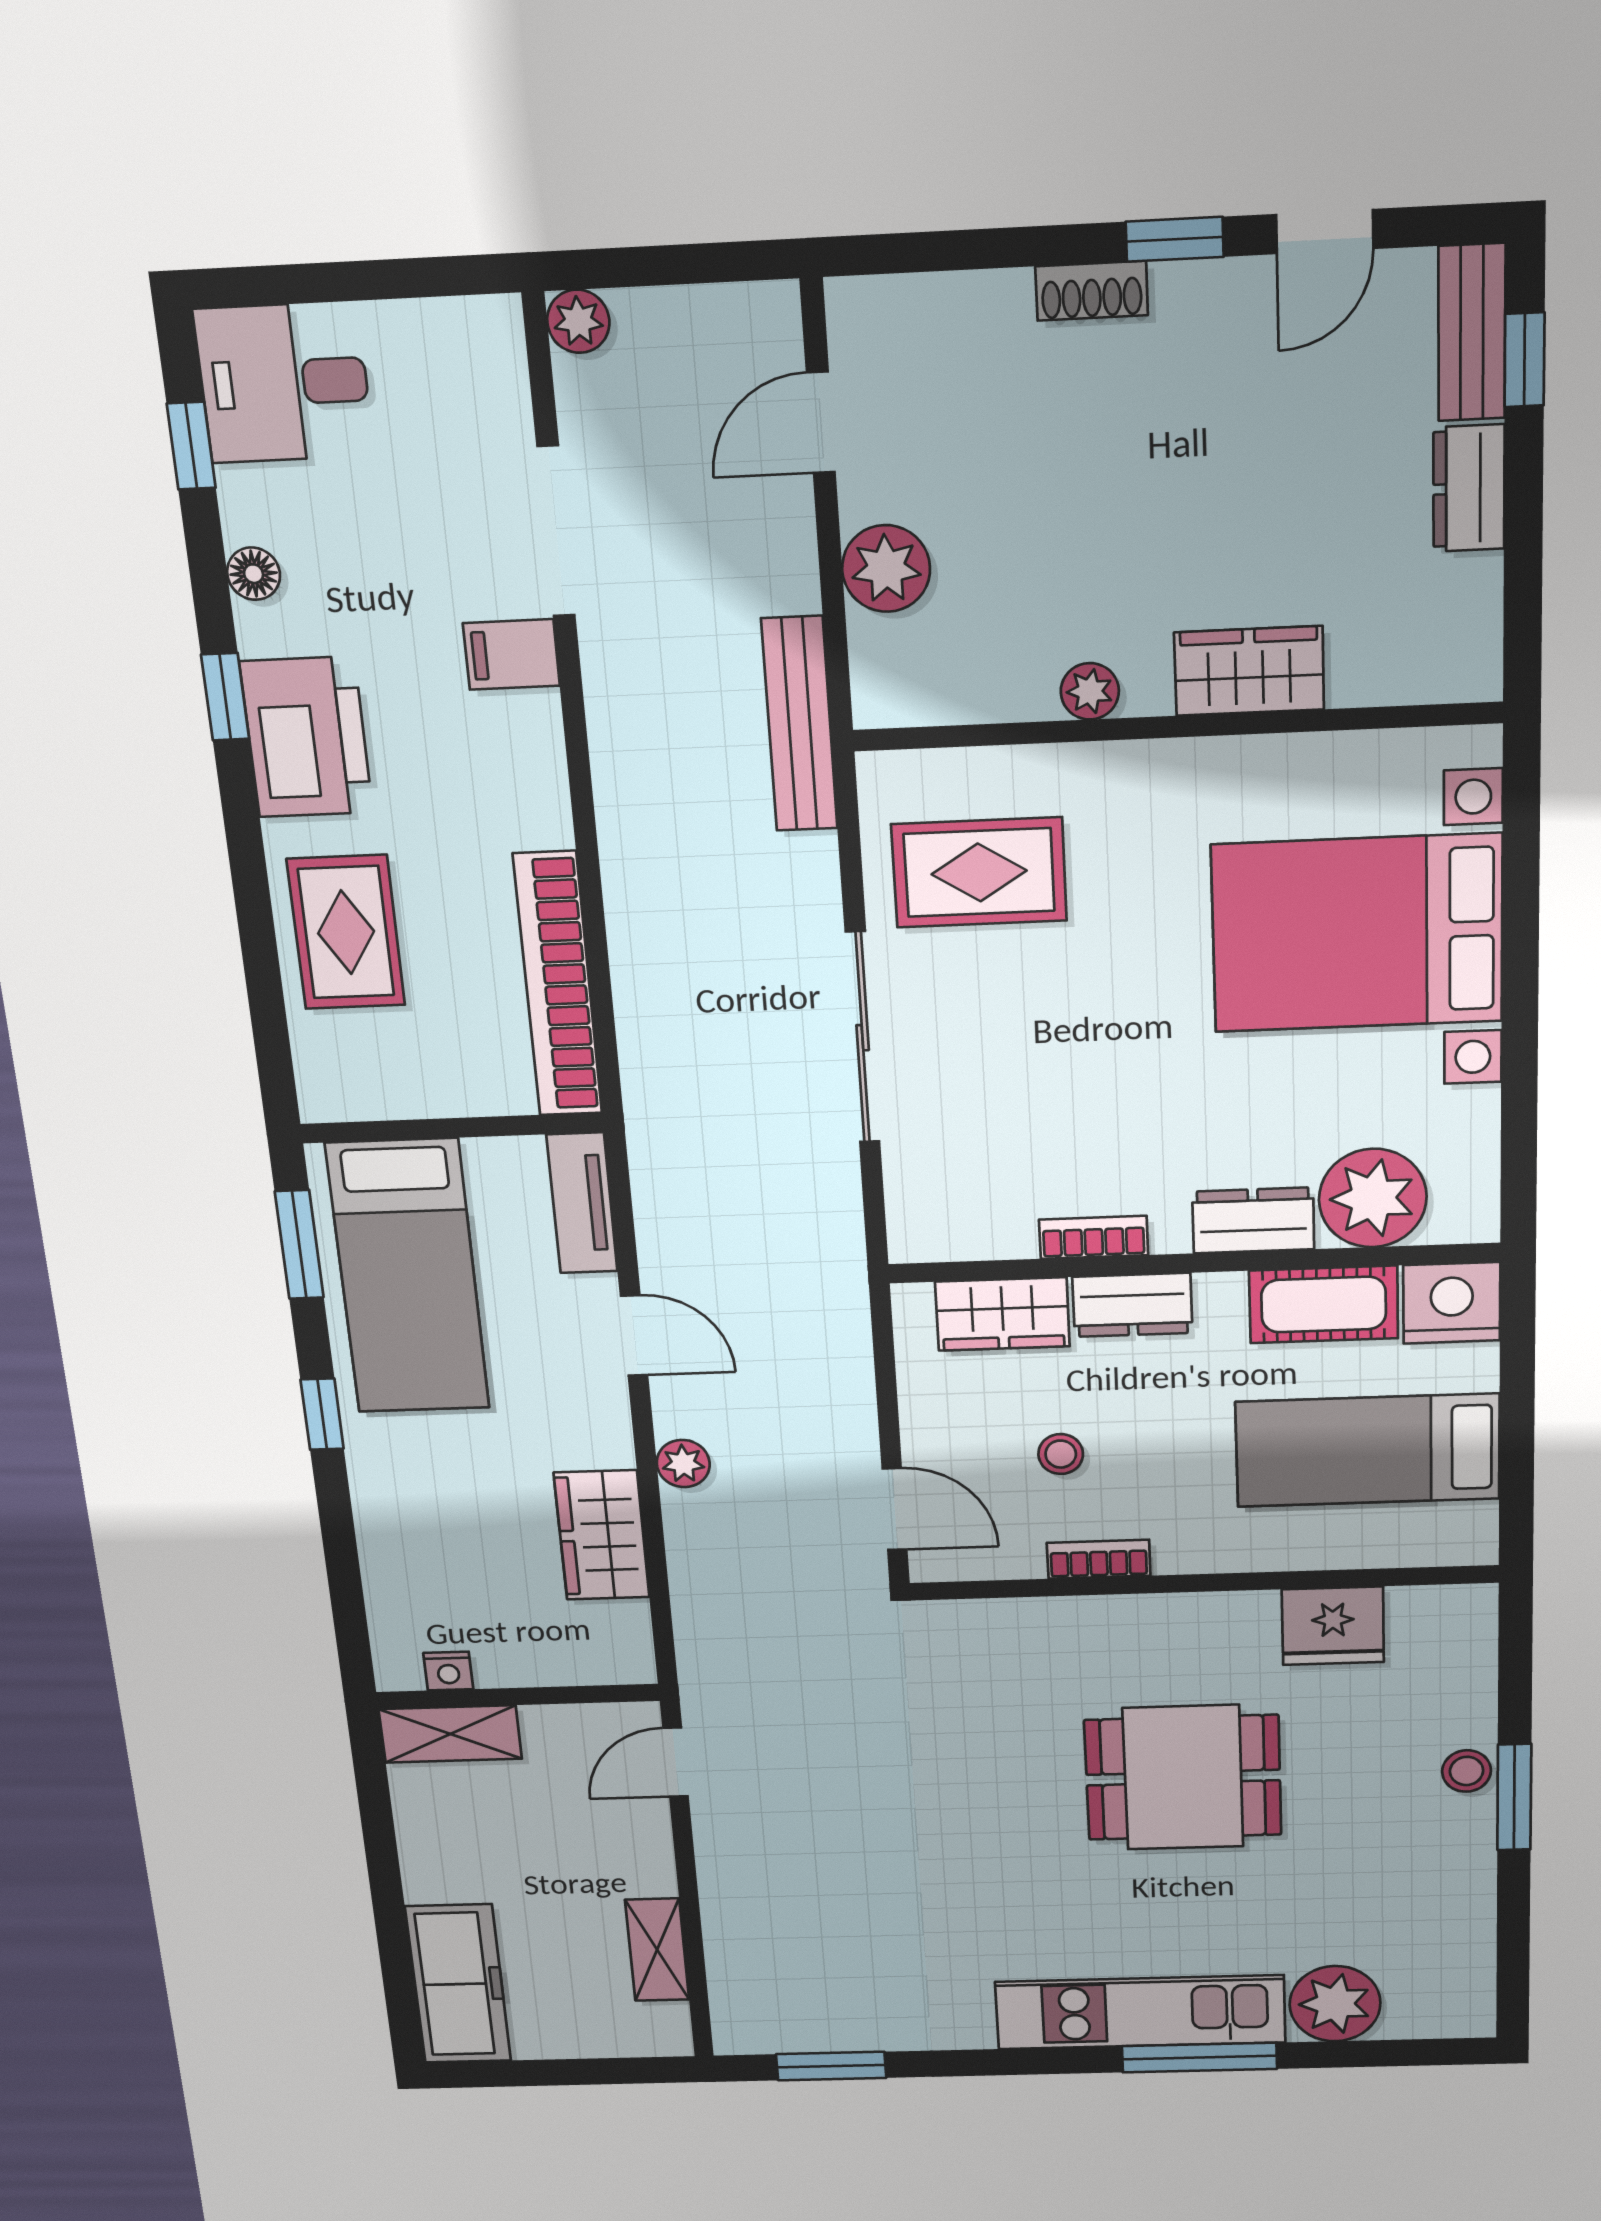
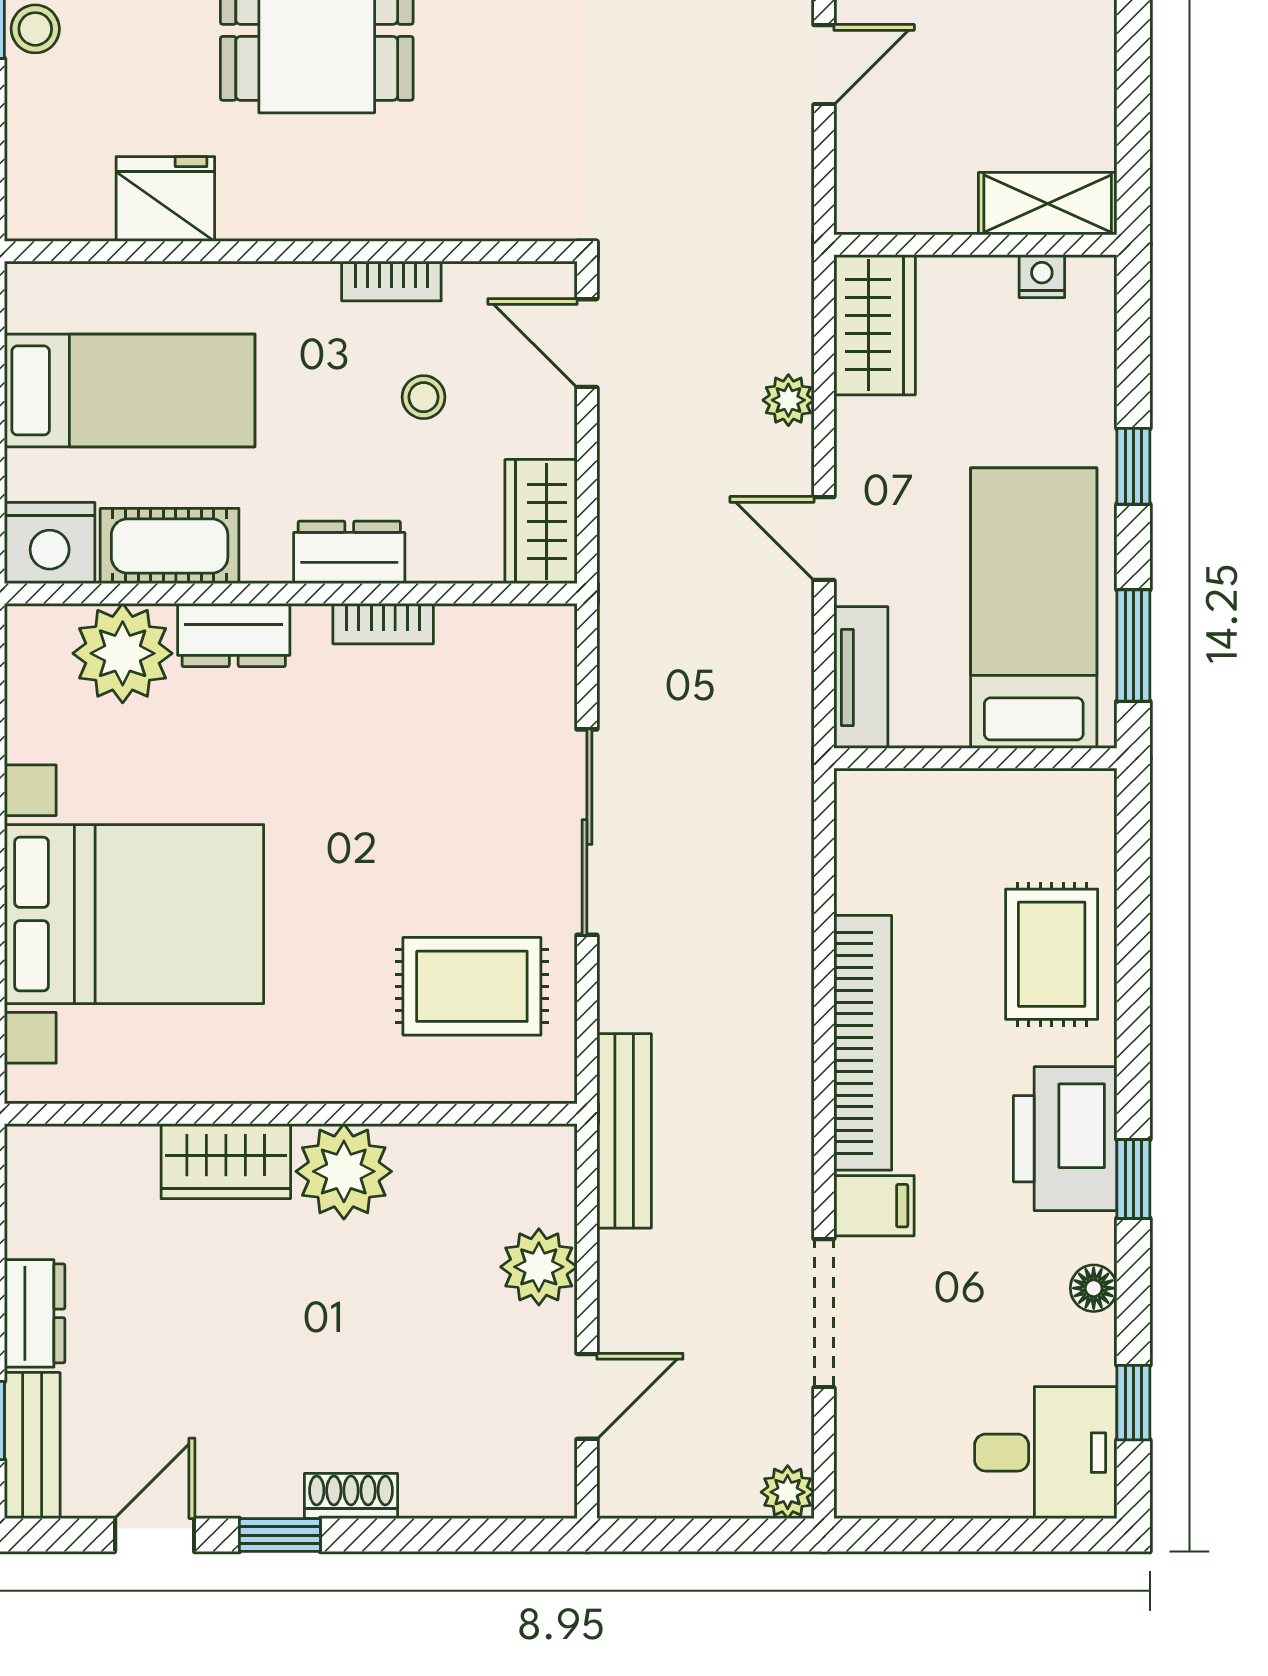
plant: (1090, 691) -> (344, 1171), width x1.87, depth x1.87
bookcase: (558, 985) -> (863, 1043), moved
wardrobe: (1002, 1314) -> (541, 522), moved, turned -90
nightstand: (448, 1671) -> (1042, 276), moved
wall: (518, 1696) -> (975, 245), moved
shelving: (450, 1734) -> (1048, 204), moved

